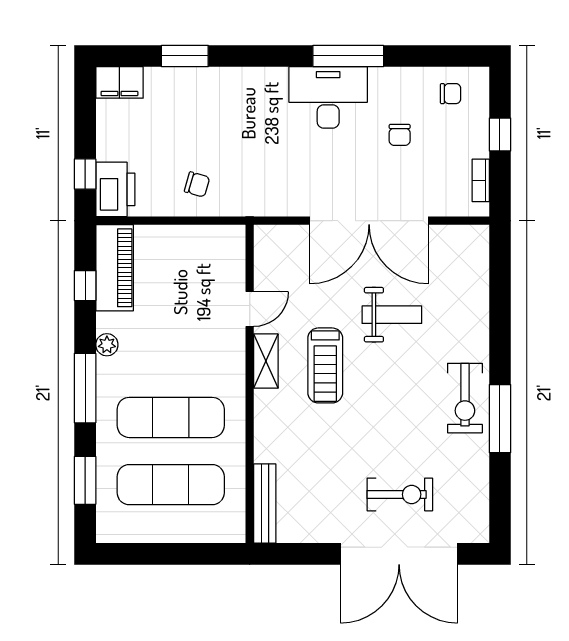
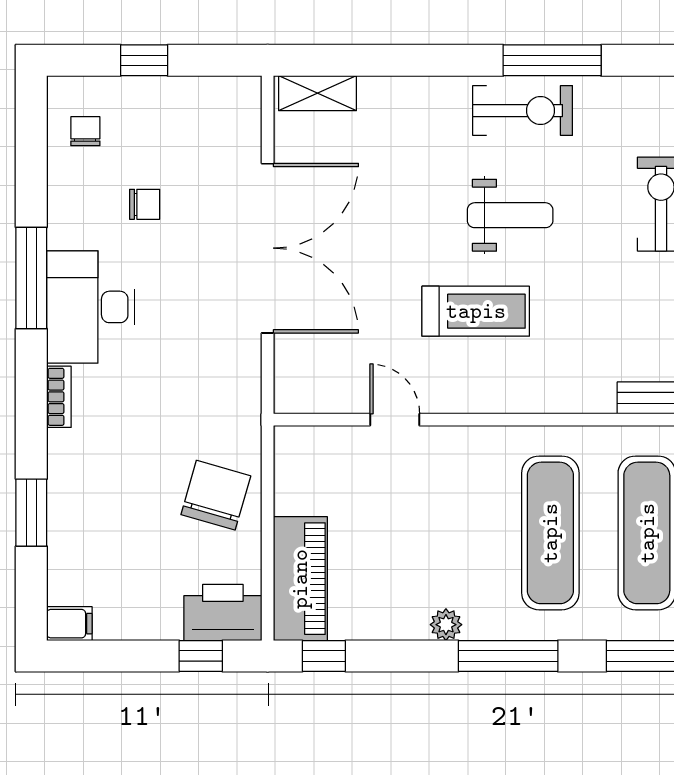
filing cabinet: (119, 82) -> (69, 624), width x0.50
bookcase: (481, 180) -> (59, 397), moved, turned -90
chair: (197, 184) -> (216, 495), width x1.87, depth x1.87
piano: (115, 268) -> (300, 579), moved, turned 90
window: (85, 286) -> (324, 656), moved
weight bench: (392, 315) -> (510, 215), moved, turned 90
shelving: (266, 361) -> (317, 93), moved

